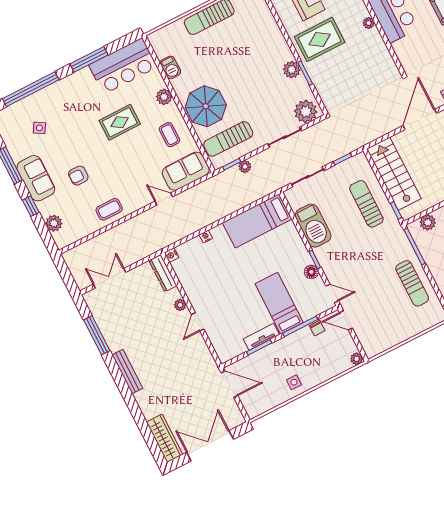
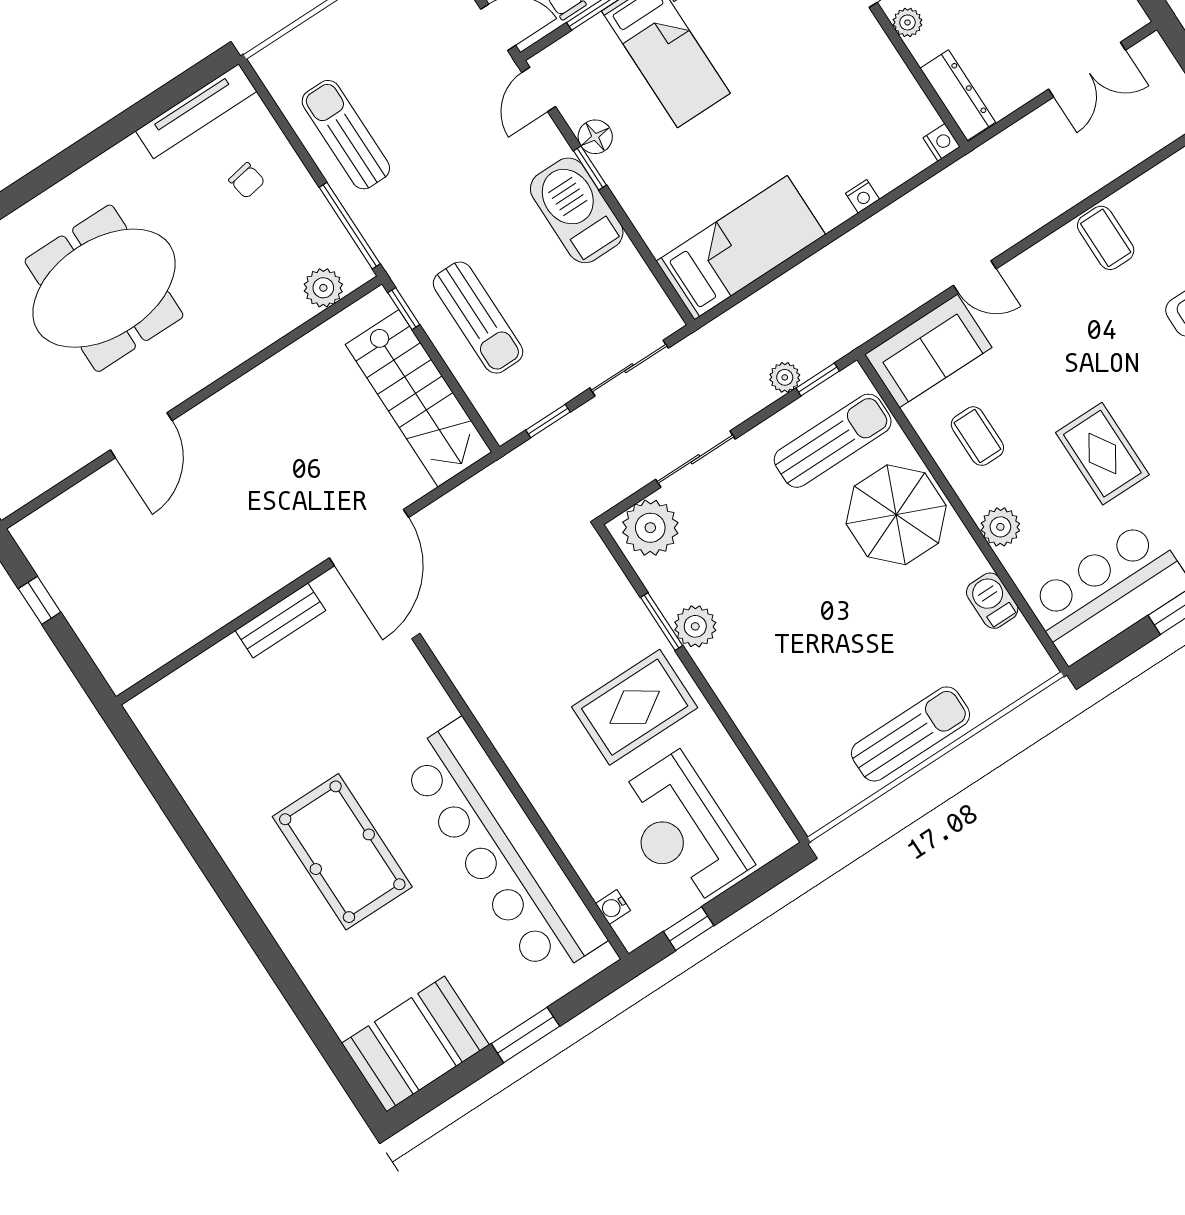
plant: (369, 23) -> (519, 760), removed
rug: (120, 122) -> (1102, 454), turned 90
coffee table: (109, 209) -> (1106, 238), turned 90
barbecue: (313, 226) -> (577, 210), moved
door: (332, 293) -> (539, 90), hinge flipped

